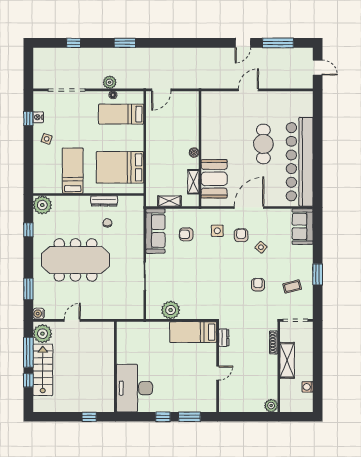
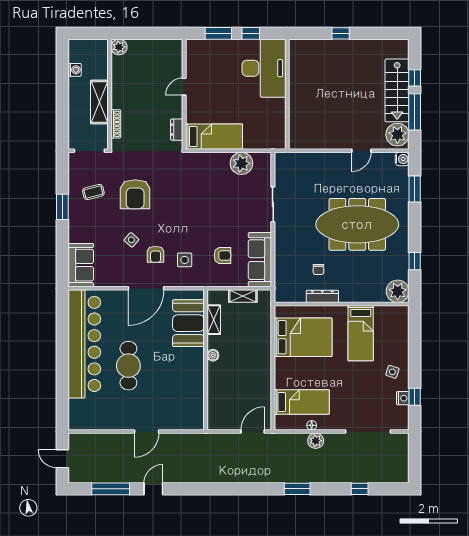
armchair: (258, 285) -> (135, 194), width x1.88, depth x1.88
wall: (115, 367) -> (287, 94), moved
desk: (134, 388) -> (264, 68), moved

